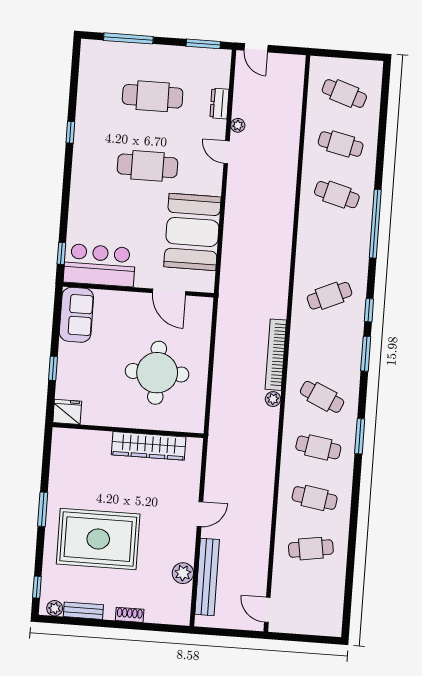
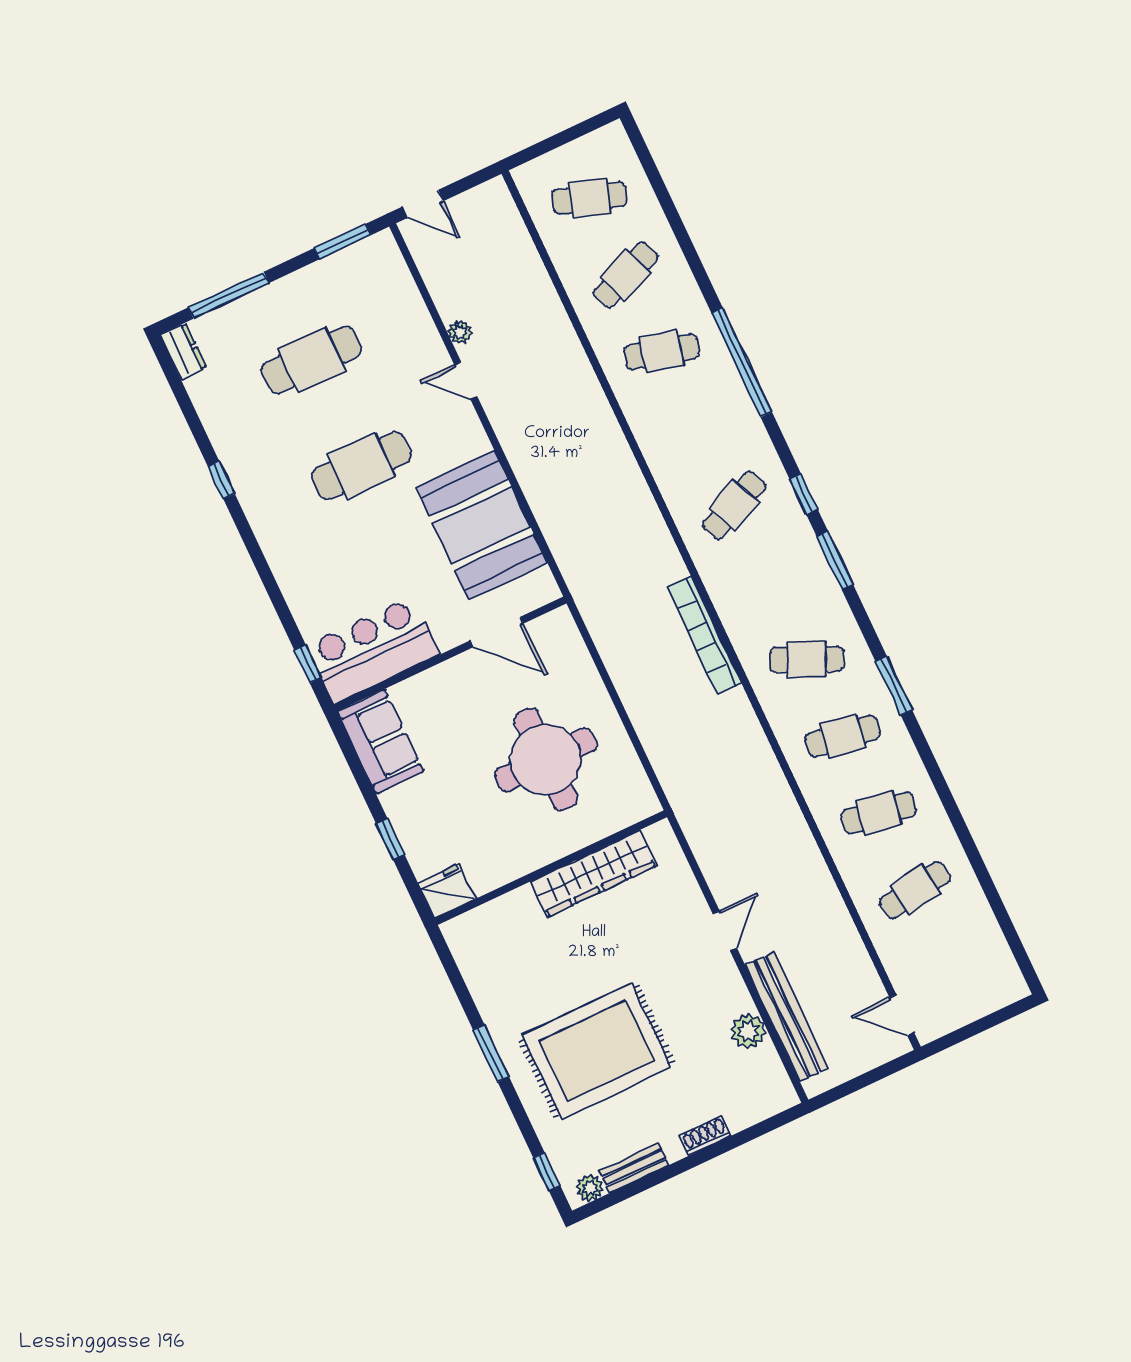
dresser: (219, 103) -> (183, 351), moved, turned 180
cafe table: (341, 144) -> (626, 275), turned -33
plant: (273, 399) -> (737, 703), removed

